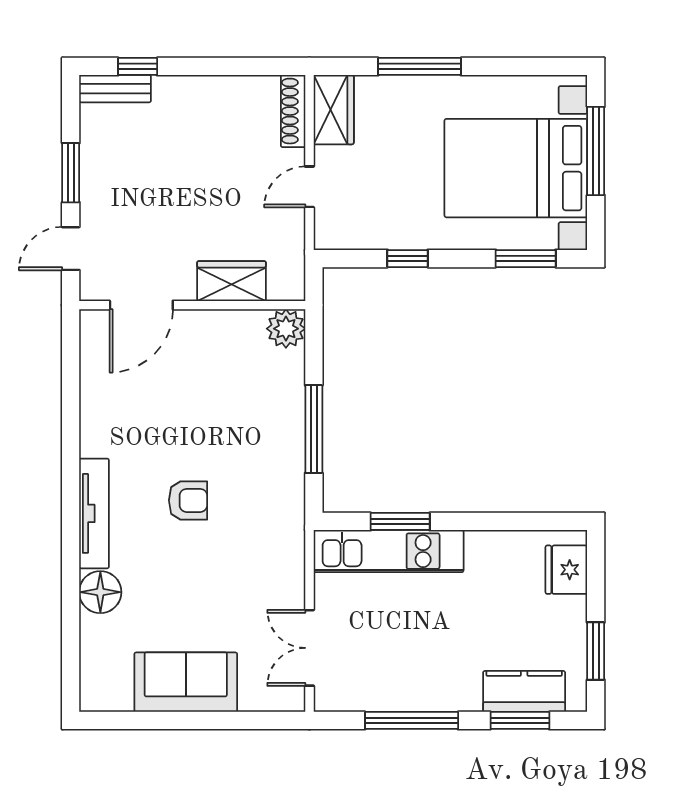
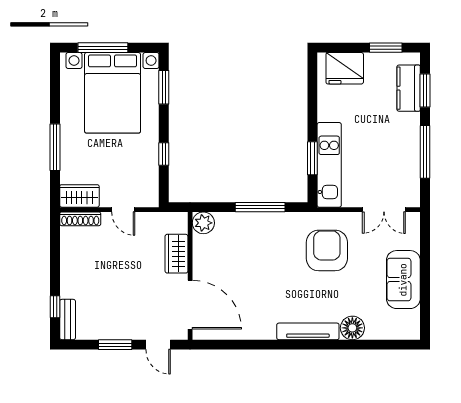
door: (141, 305) -> (190, 305), width x1.36
armchair: (188, 500) -> (327, 250), moved, width x1.88, depth x1.88
fridge: (566, 570) -> (345, 68), width x1.36, depth x1.34

